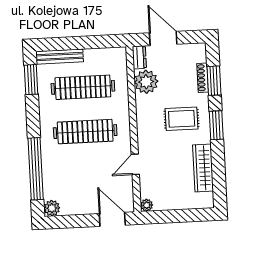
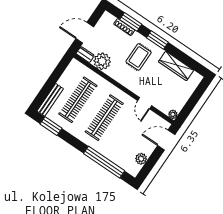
plant: (52, 208) -> (141, 159), moved

